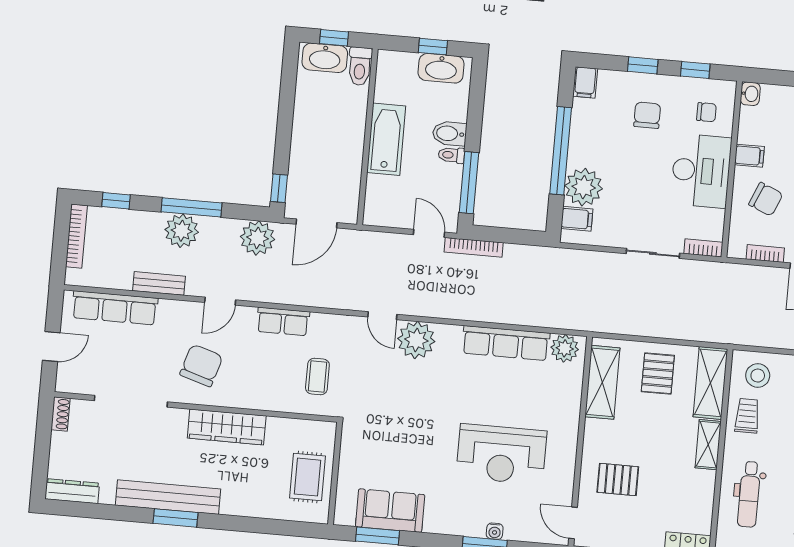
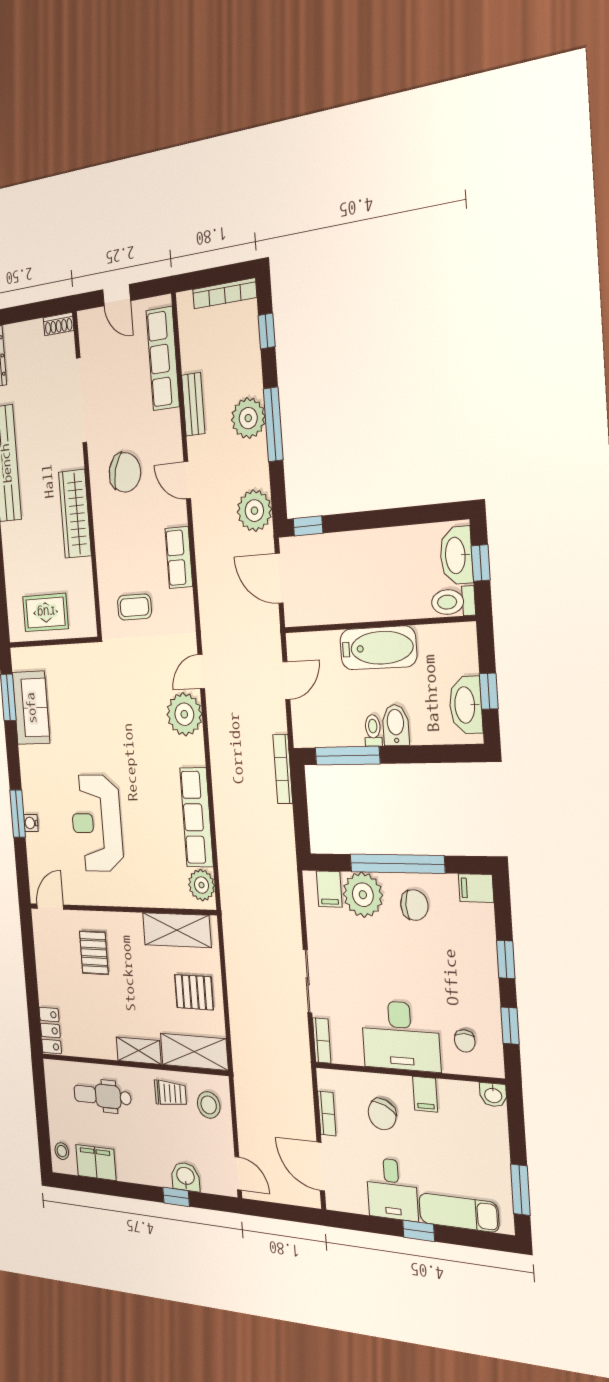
chair: (647, 115) -> (414, 905), moved
door: (429, 233) -> (286, 680), moved

